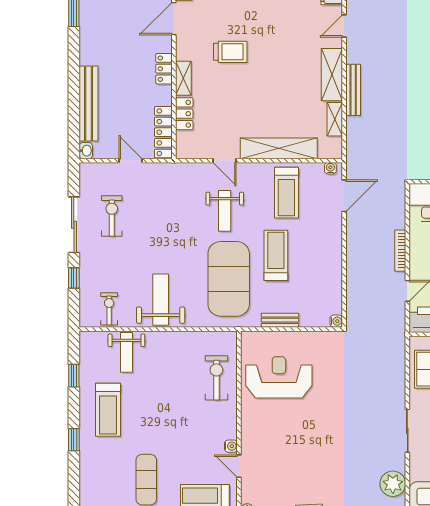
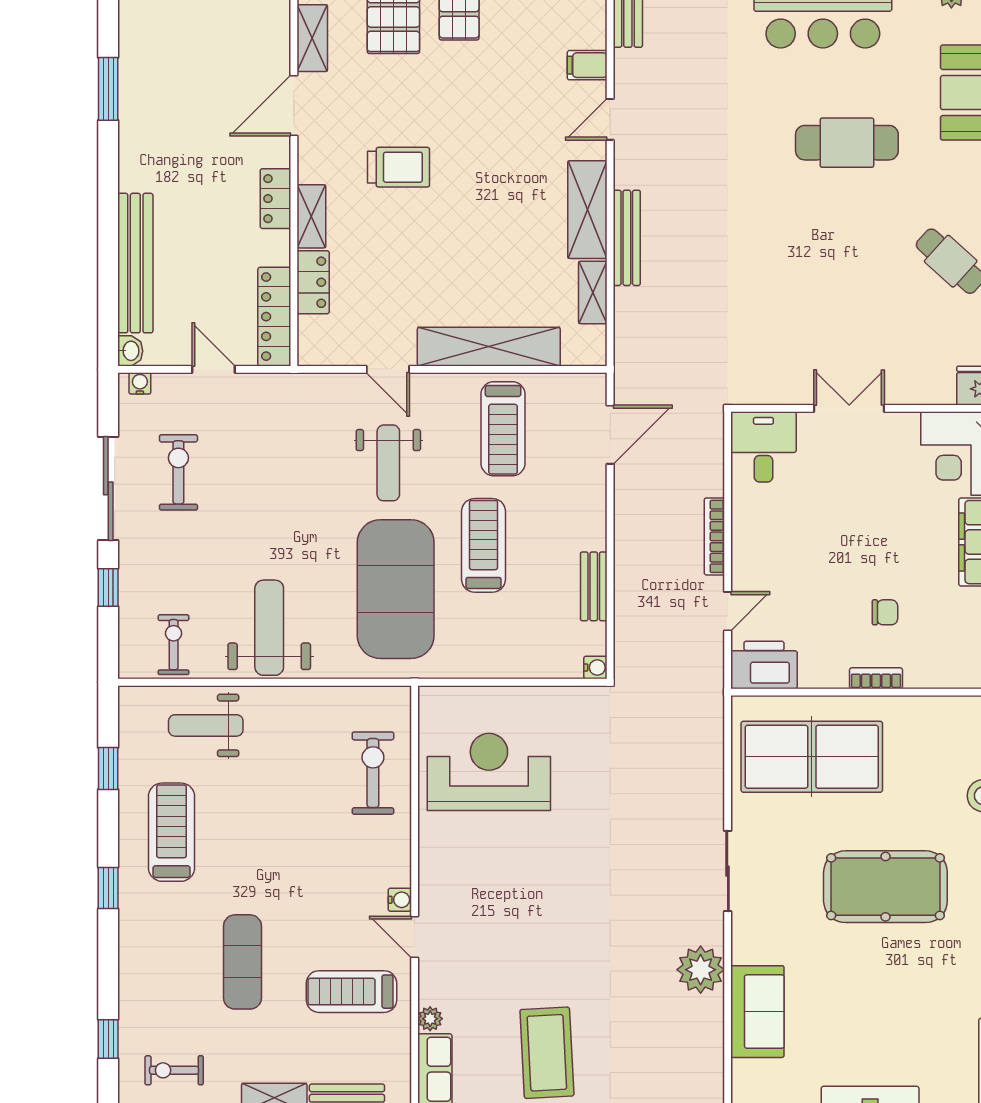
water cooler: (330, 168) -> (140, 383), moved
bench: (280, 320) -> (594, 586), moved, turned 90
weight bench: (126, 352) -> (206, 725), turned 90
treadmill: (108, 410) -> (172, 832), turned 180

